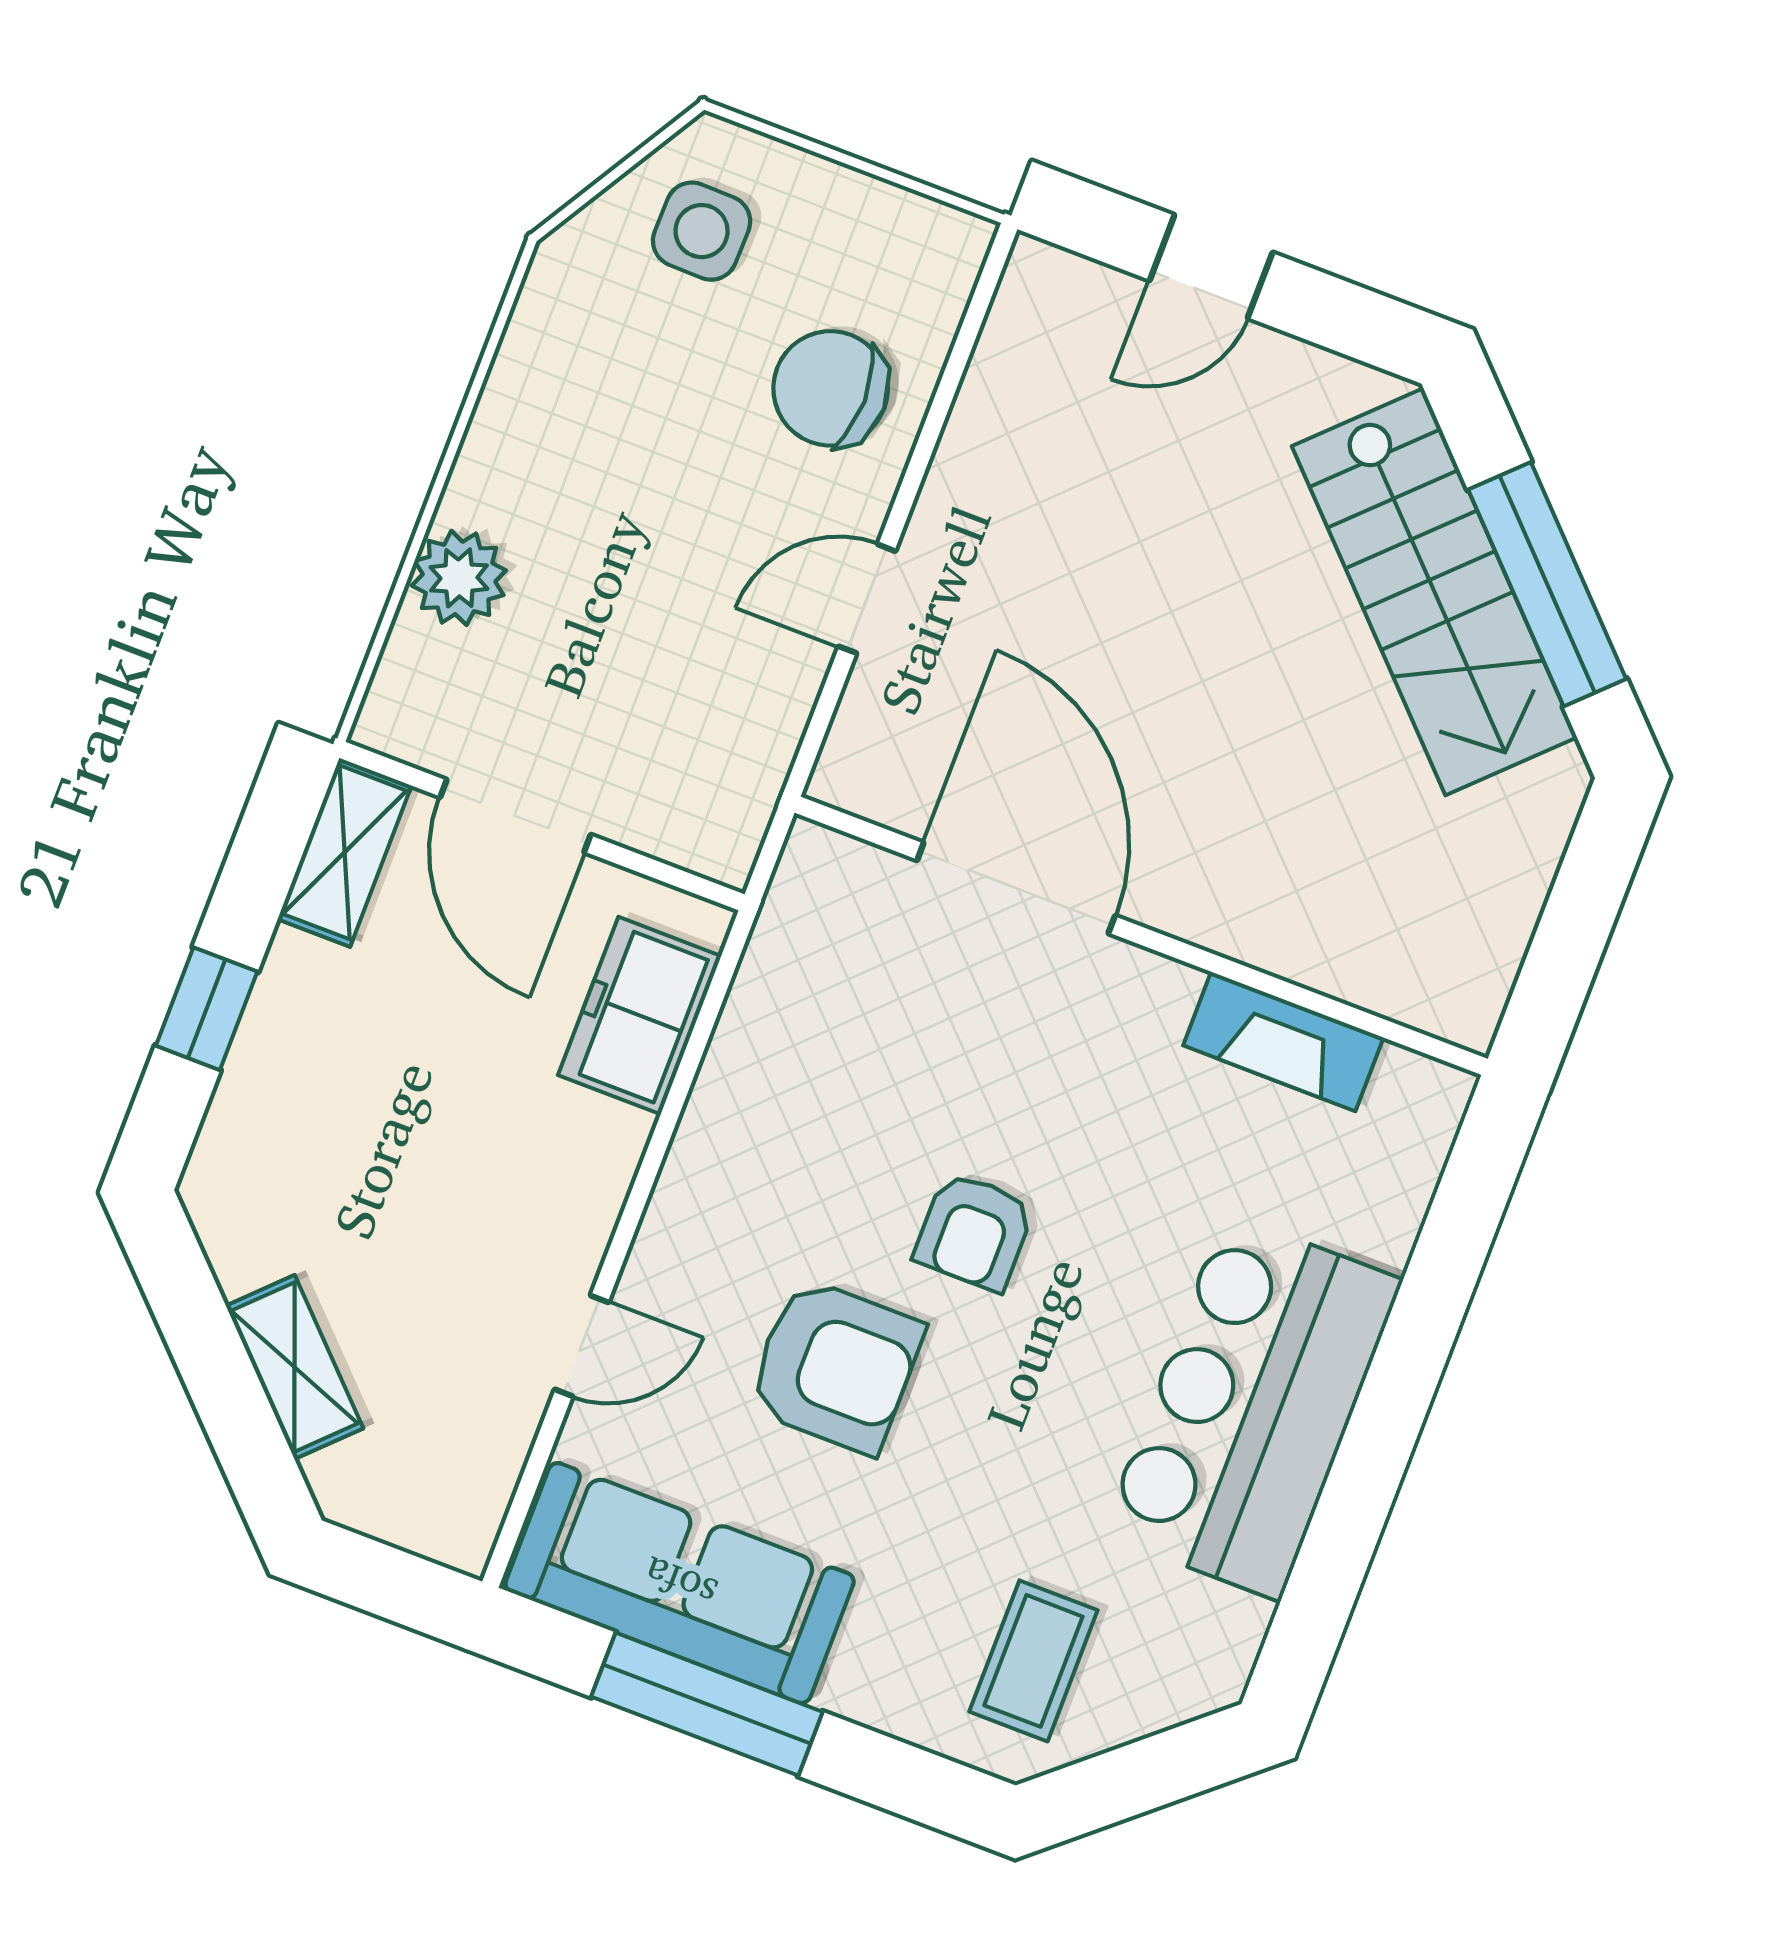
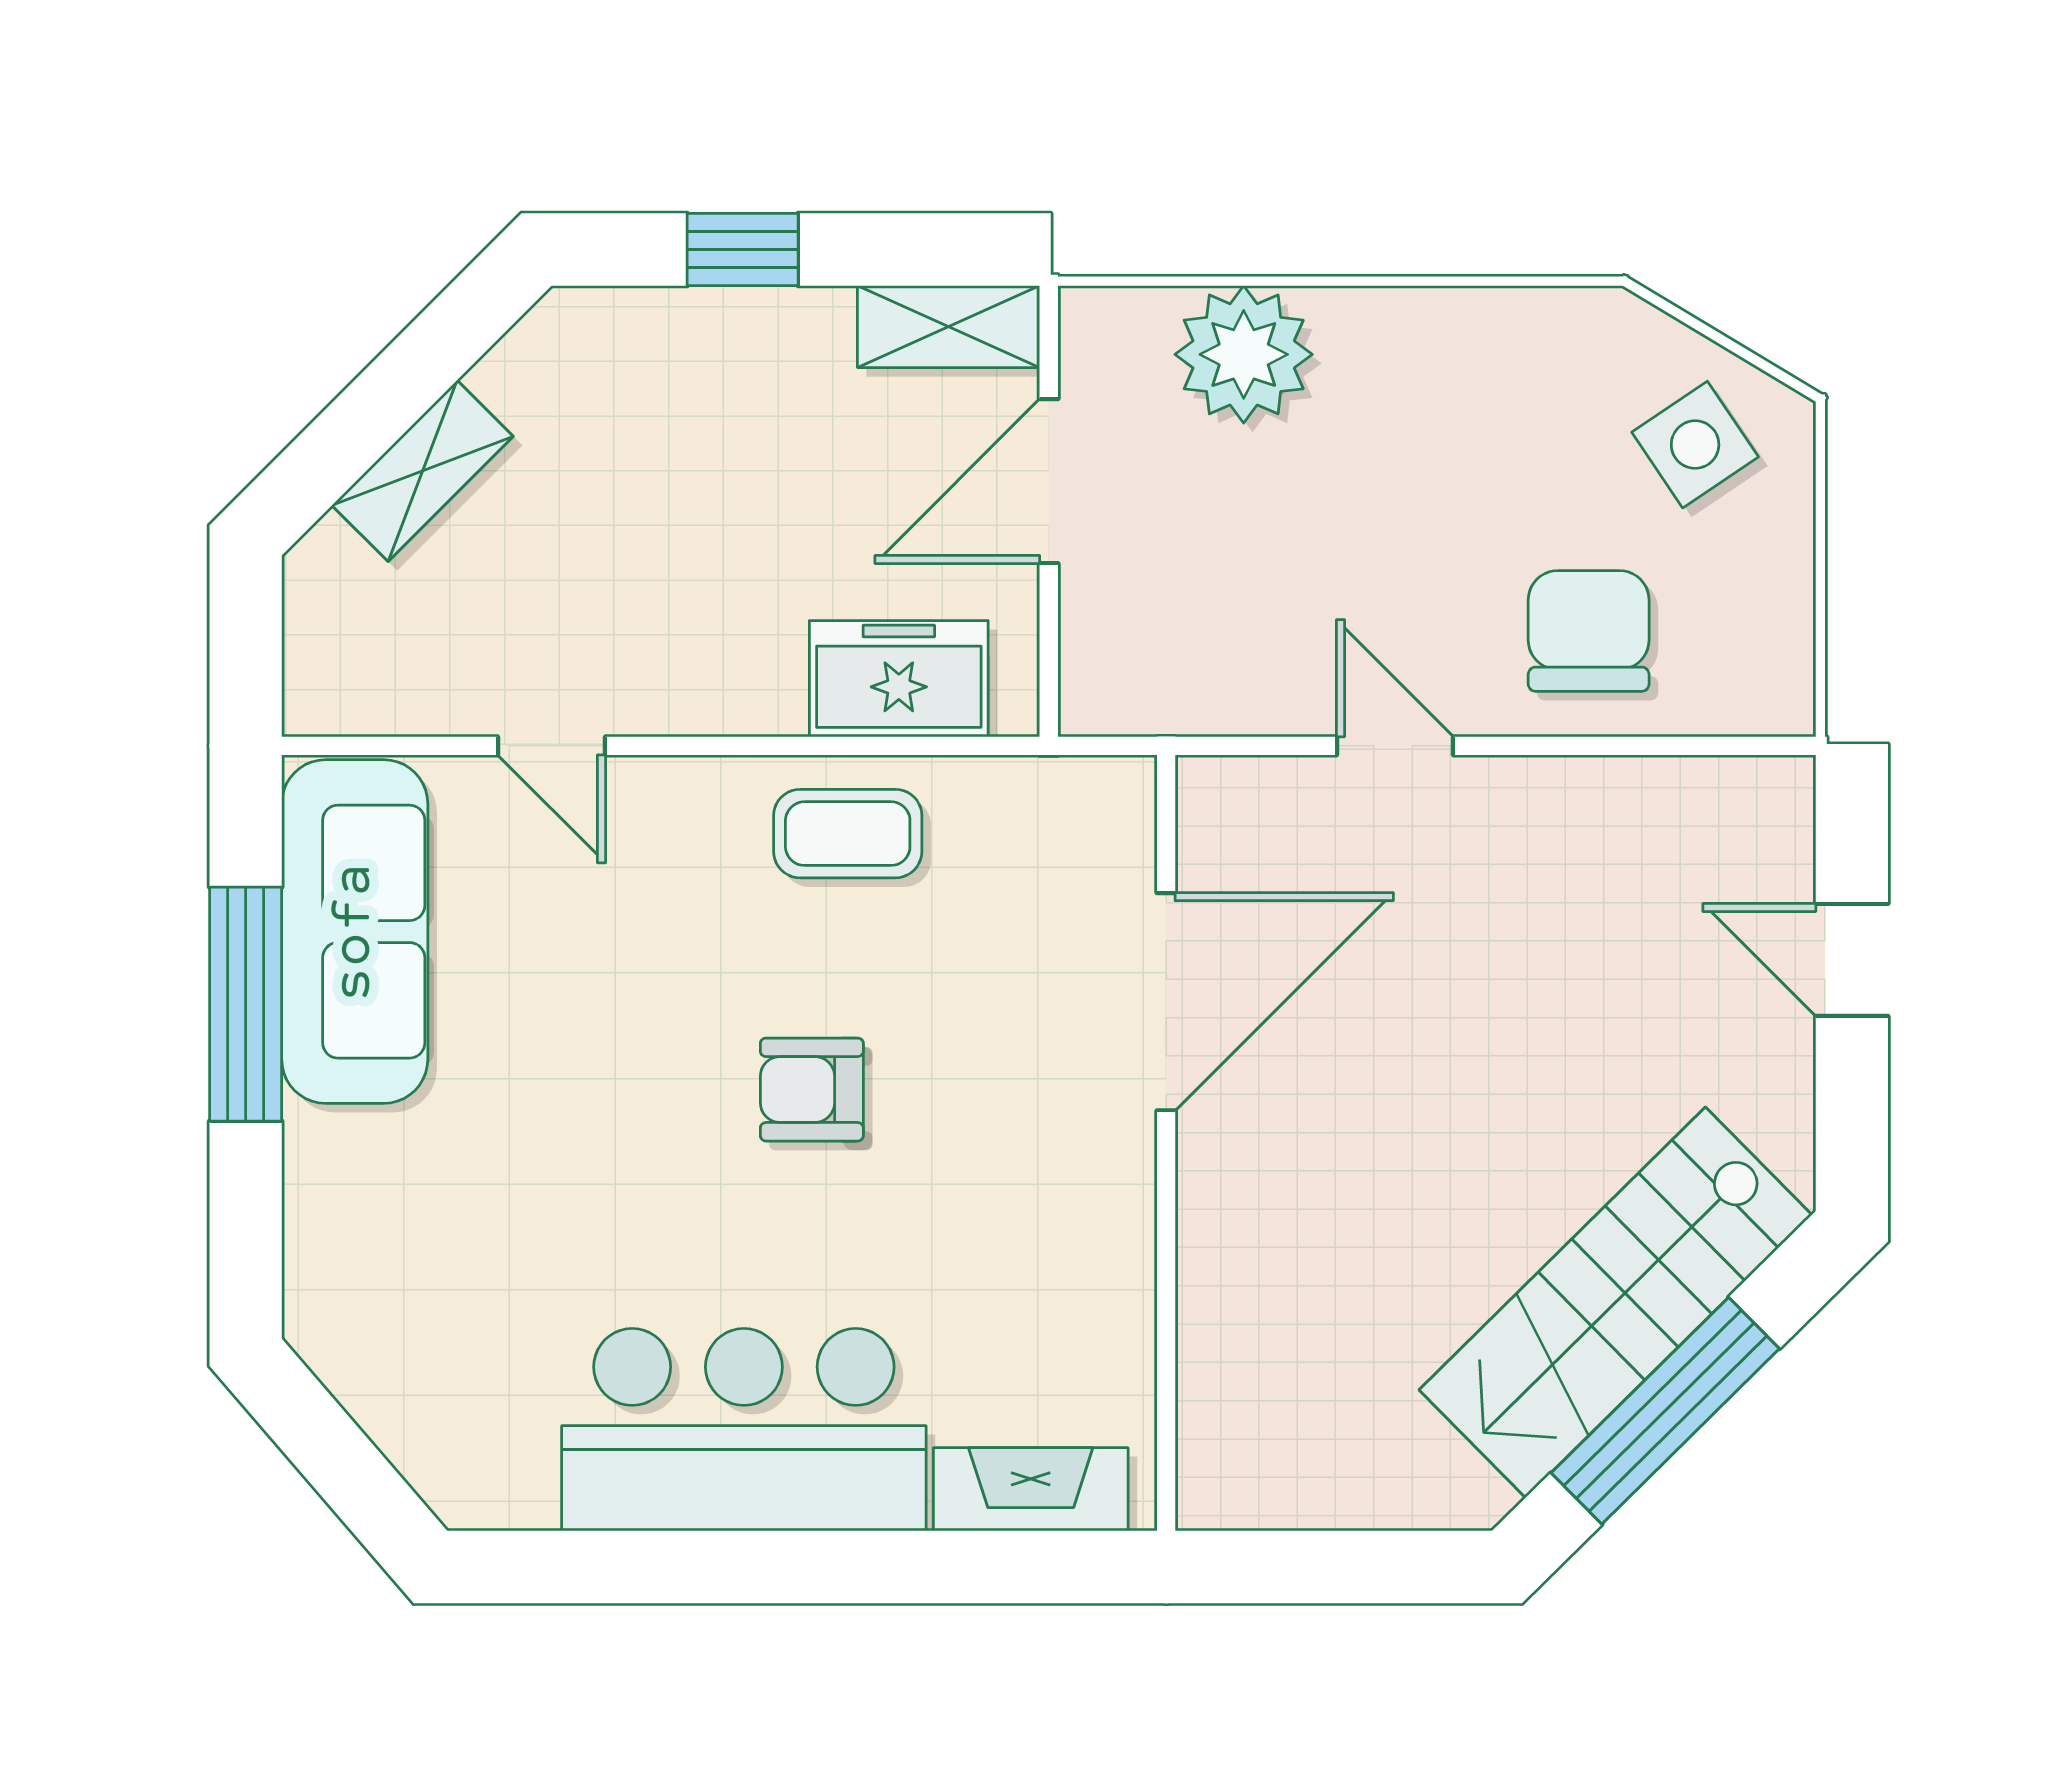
side table: (702, 231) -> (1695, 445), turned -35
plant: (459, 578) -> (1244, 354), width x1.36, depth x1.36
fireplace: (1283, 1042) -> (1031, 1489), moved, turned 90
armchair: (835, 1366) -> (627, 1003), removed
coffee table: (1033, 1661) -> (848, 834), moved

